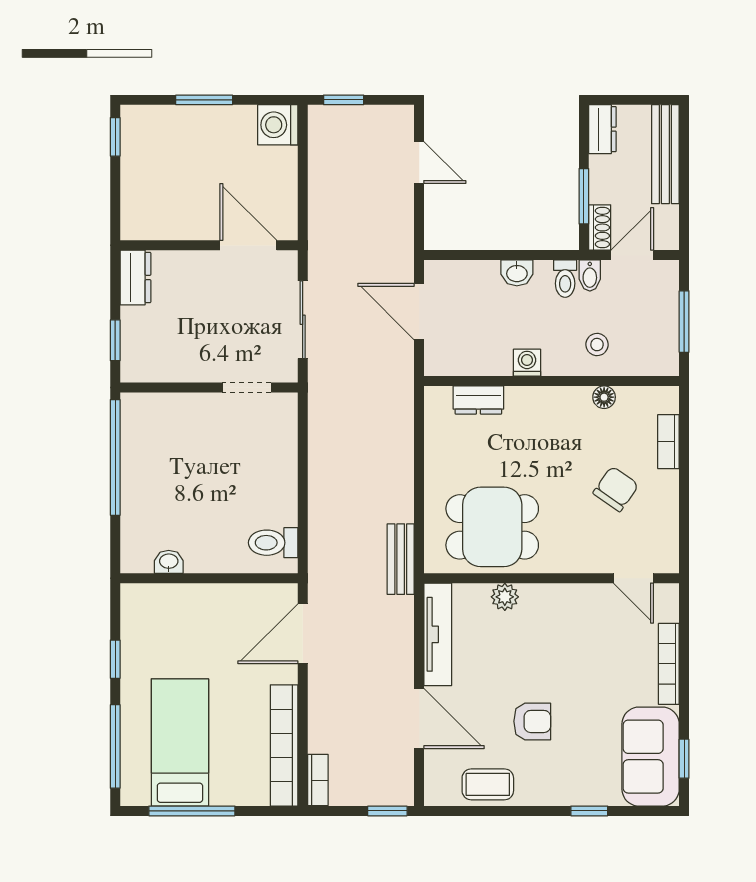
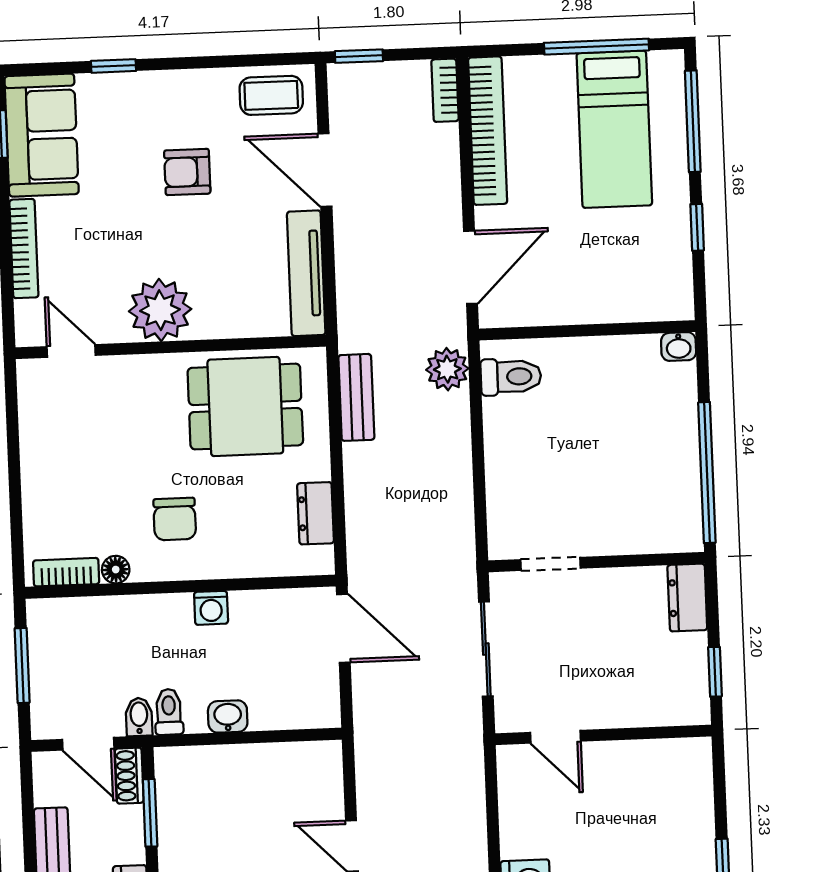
door: (248, 245) -> (555, 737), width x0.73
door: (632, 255) -> (88, 744), hinge flipped
dresser: (135, 277) -> (687, 598), moved
door: (419, 312) -> (343, 628), moved
window: (115, 340) -> (715, 672), moved
stool: (597, 345) -> (127, 633), removed
dresser: (478, 400) -> (316, 513), moved, turned -90
bookcase: (668, 442) -> (66, 572), moved, turned -90
chair: (616, 489) -> (175, 519), moved, turned -35
plant: (325, 551) -> (447, 369), added
bench: (401, 559) -> (356, 397), moved
washbasin: (169, 562) -> (679, 347), moved
plant: (505, 597) -> (160, 310), moved, width x1.87, depth x1.87
coffee table: (488, 784) -> (271, 95), moved

